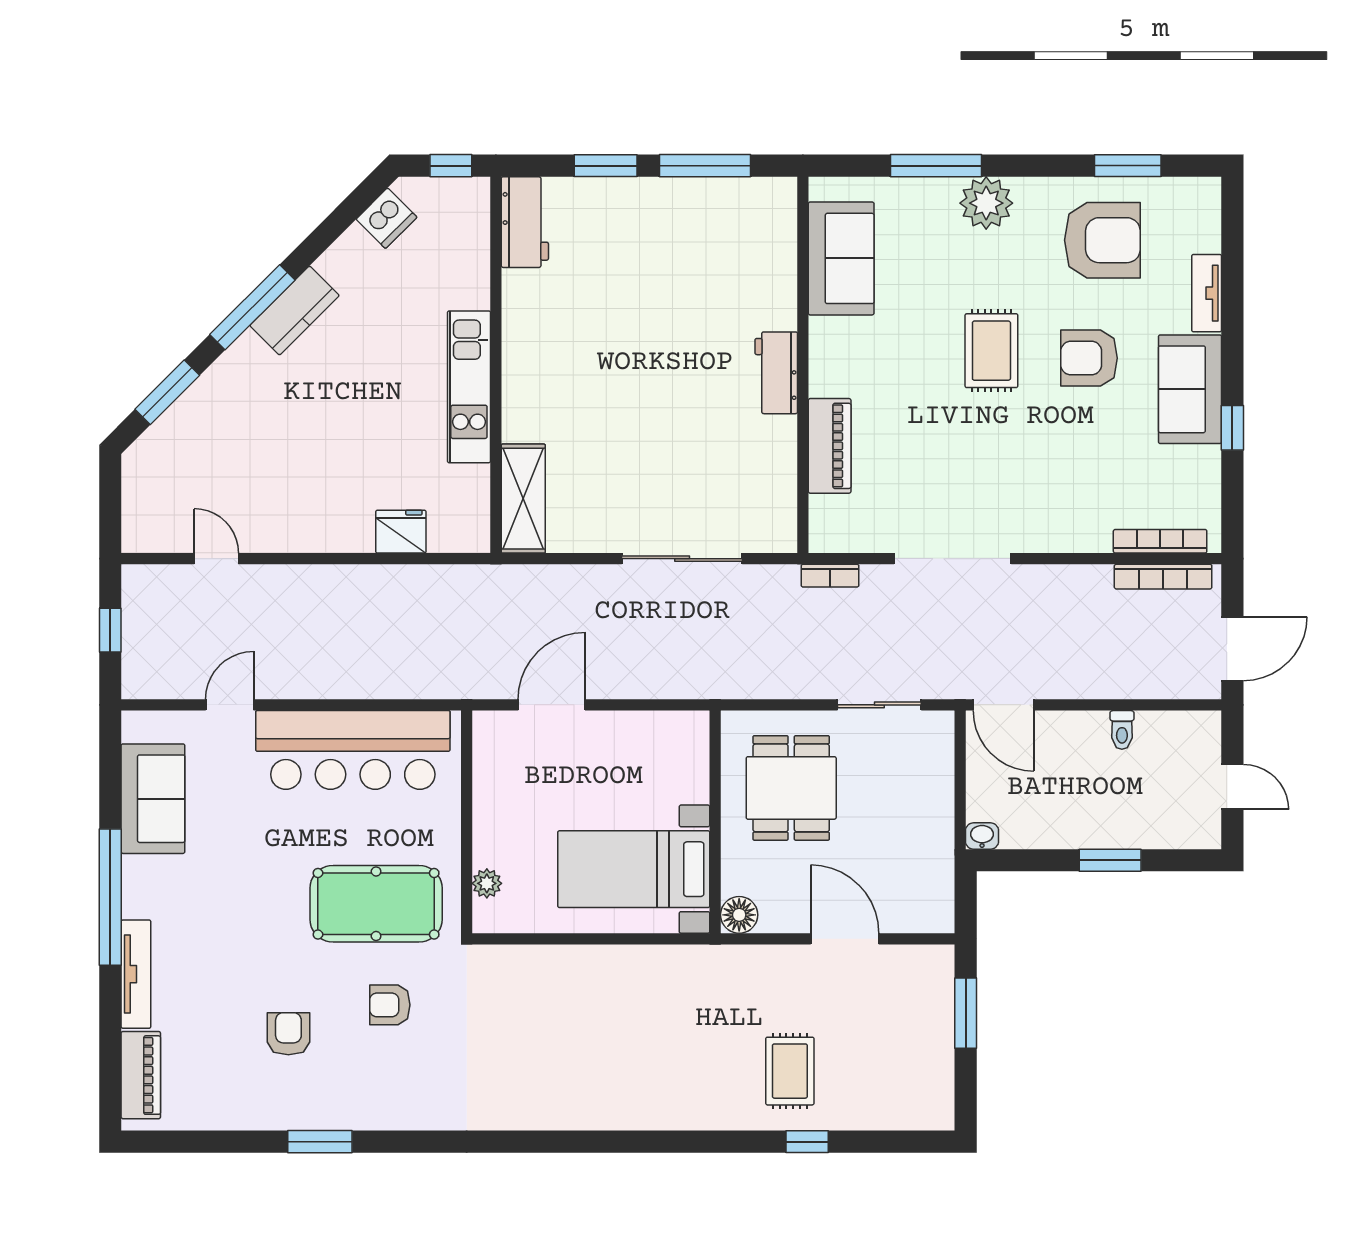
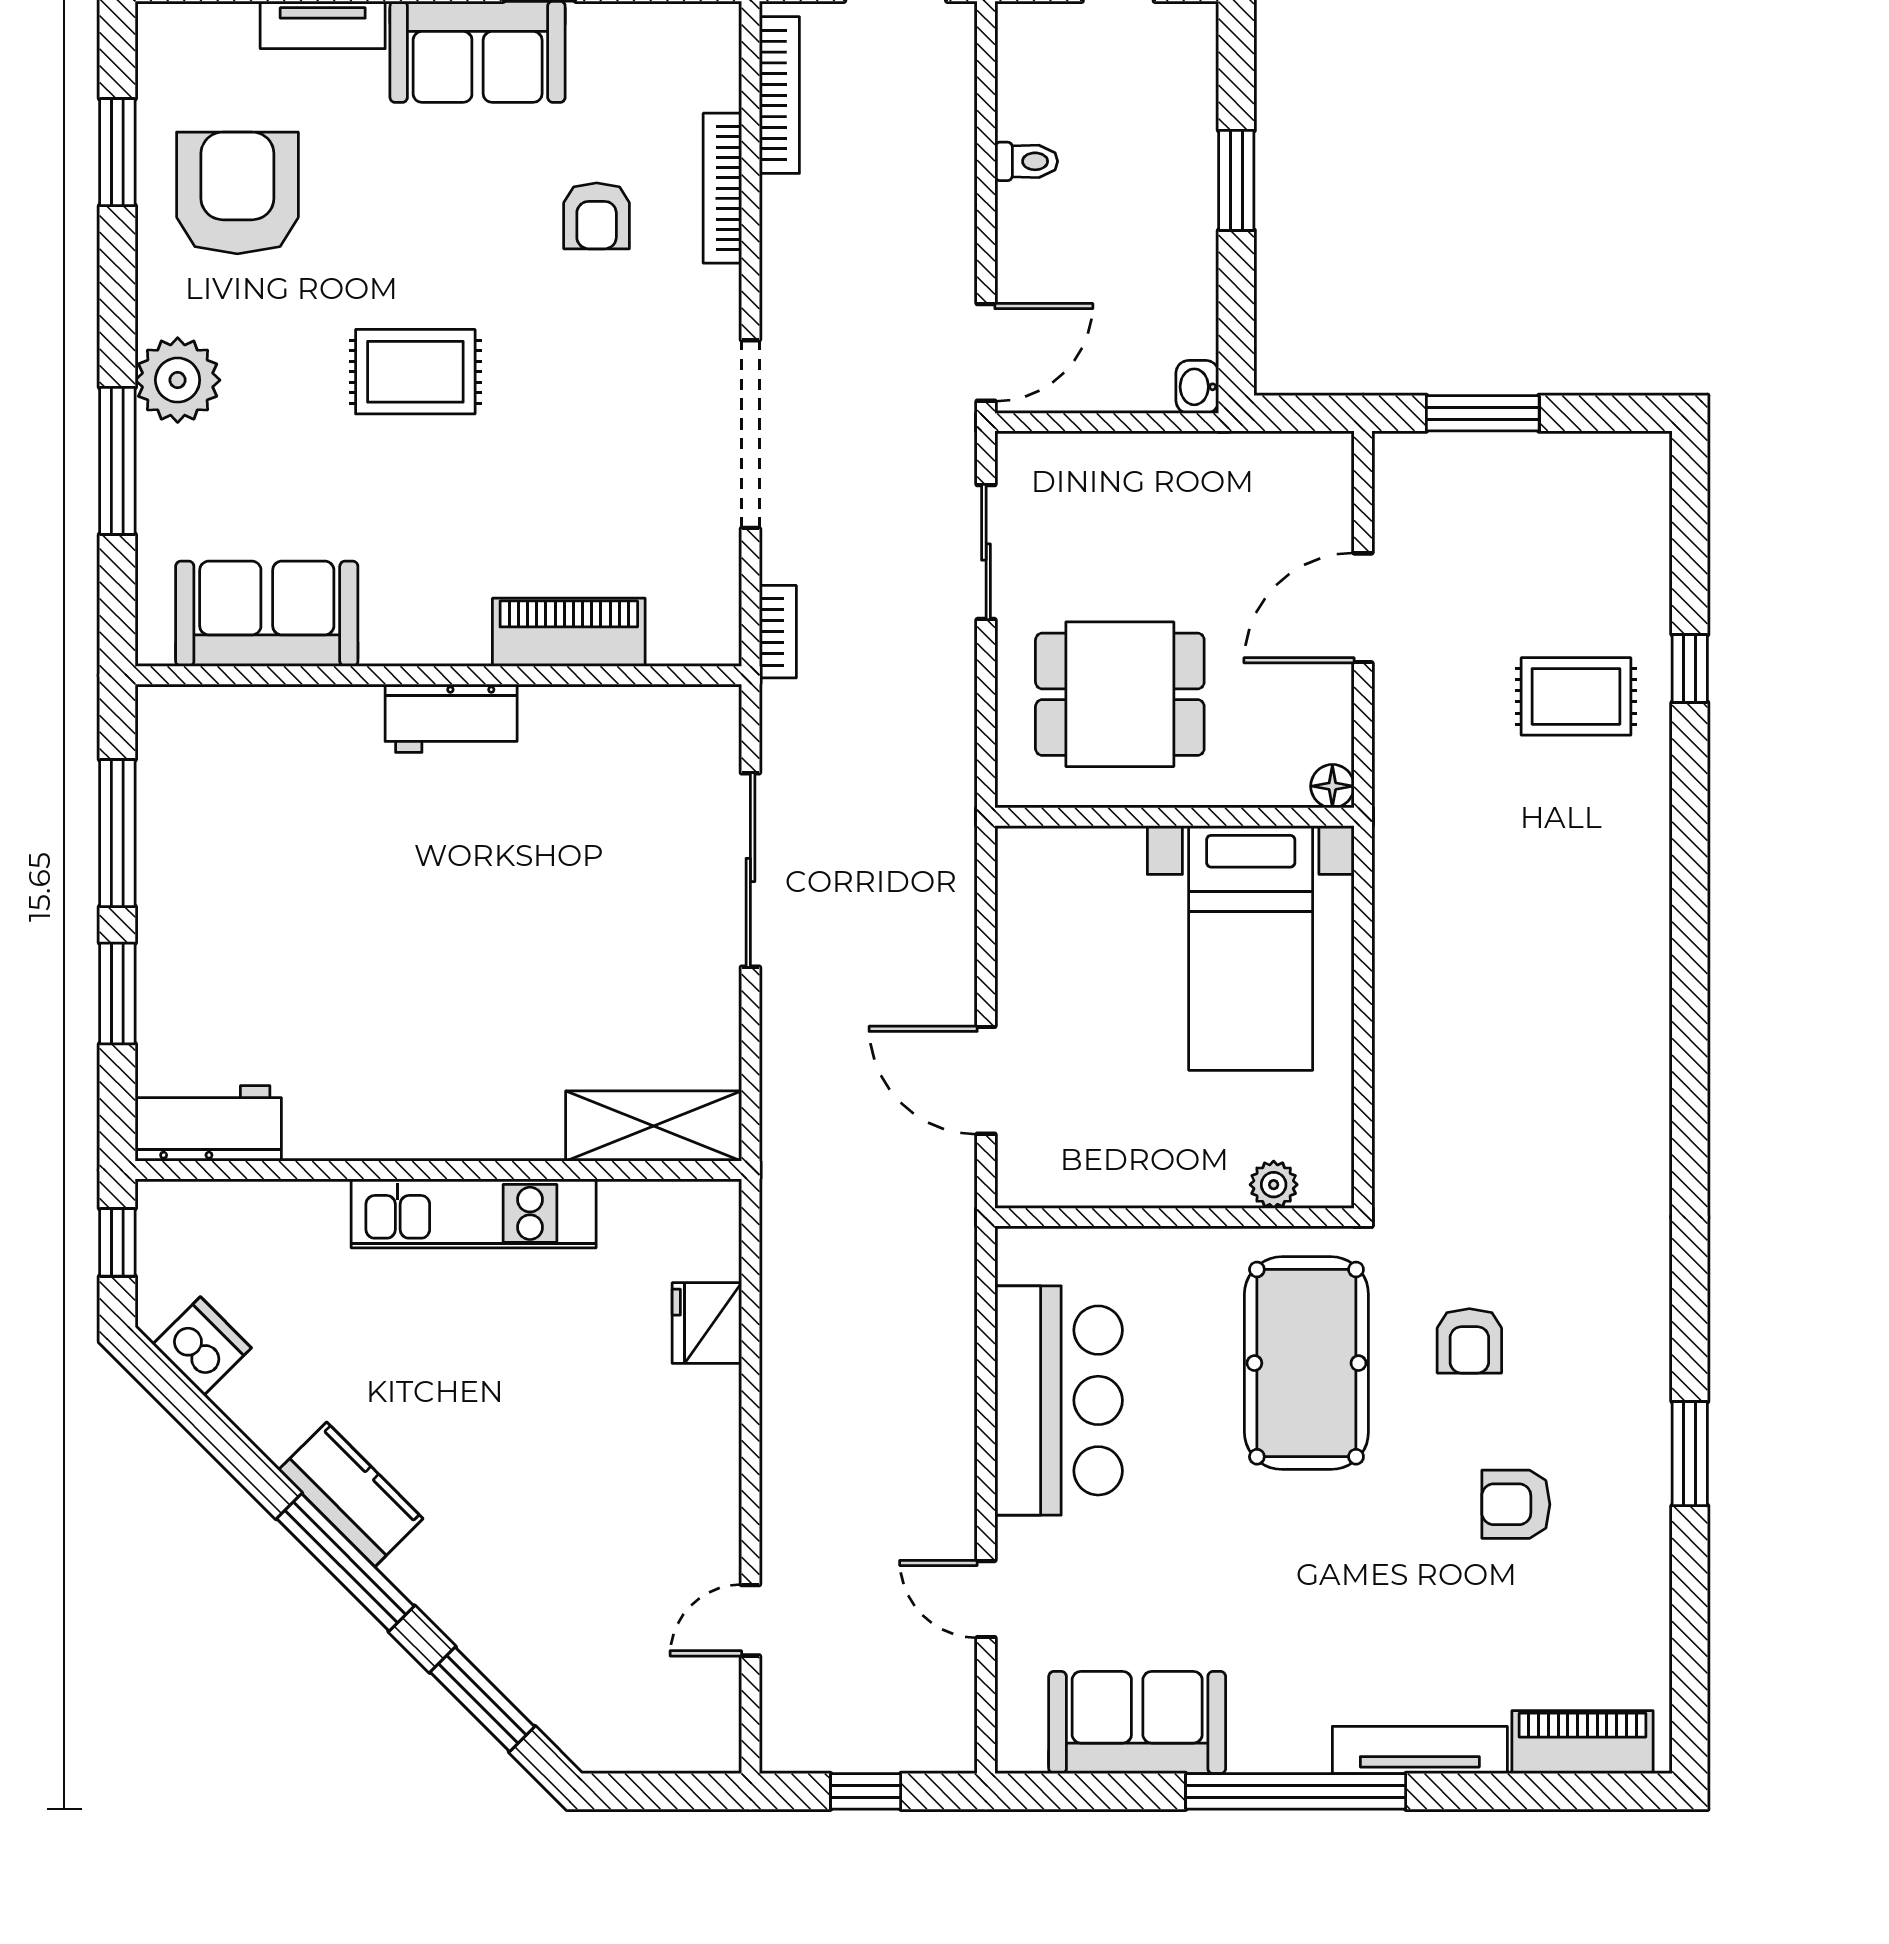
armchair: (1089, 358) -> (597, 216), moved, width x0.72, depth x0.72
bookcase: (1160, 541) -> (722, 188), moved
bar counter: (353, 750) -> (1059, 1400), width x0.73
floor lamp: (739, 915) -> (1332, 786), width x0.73, depth x0.73

